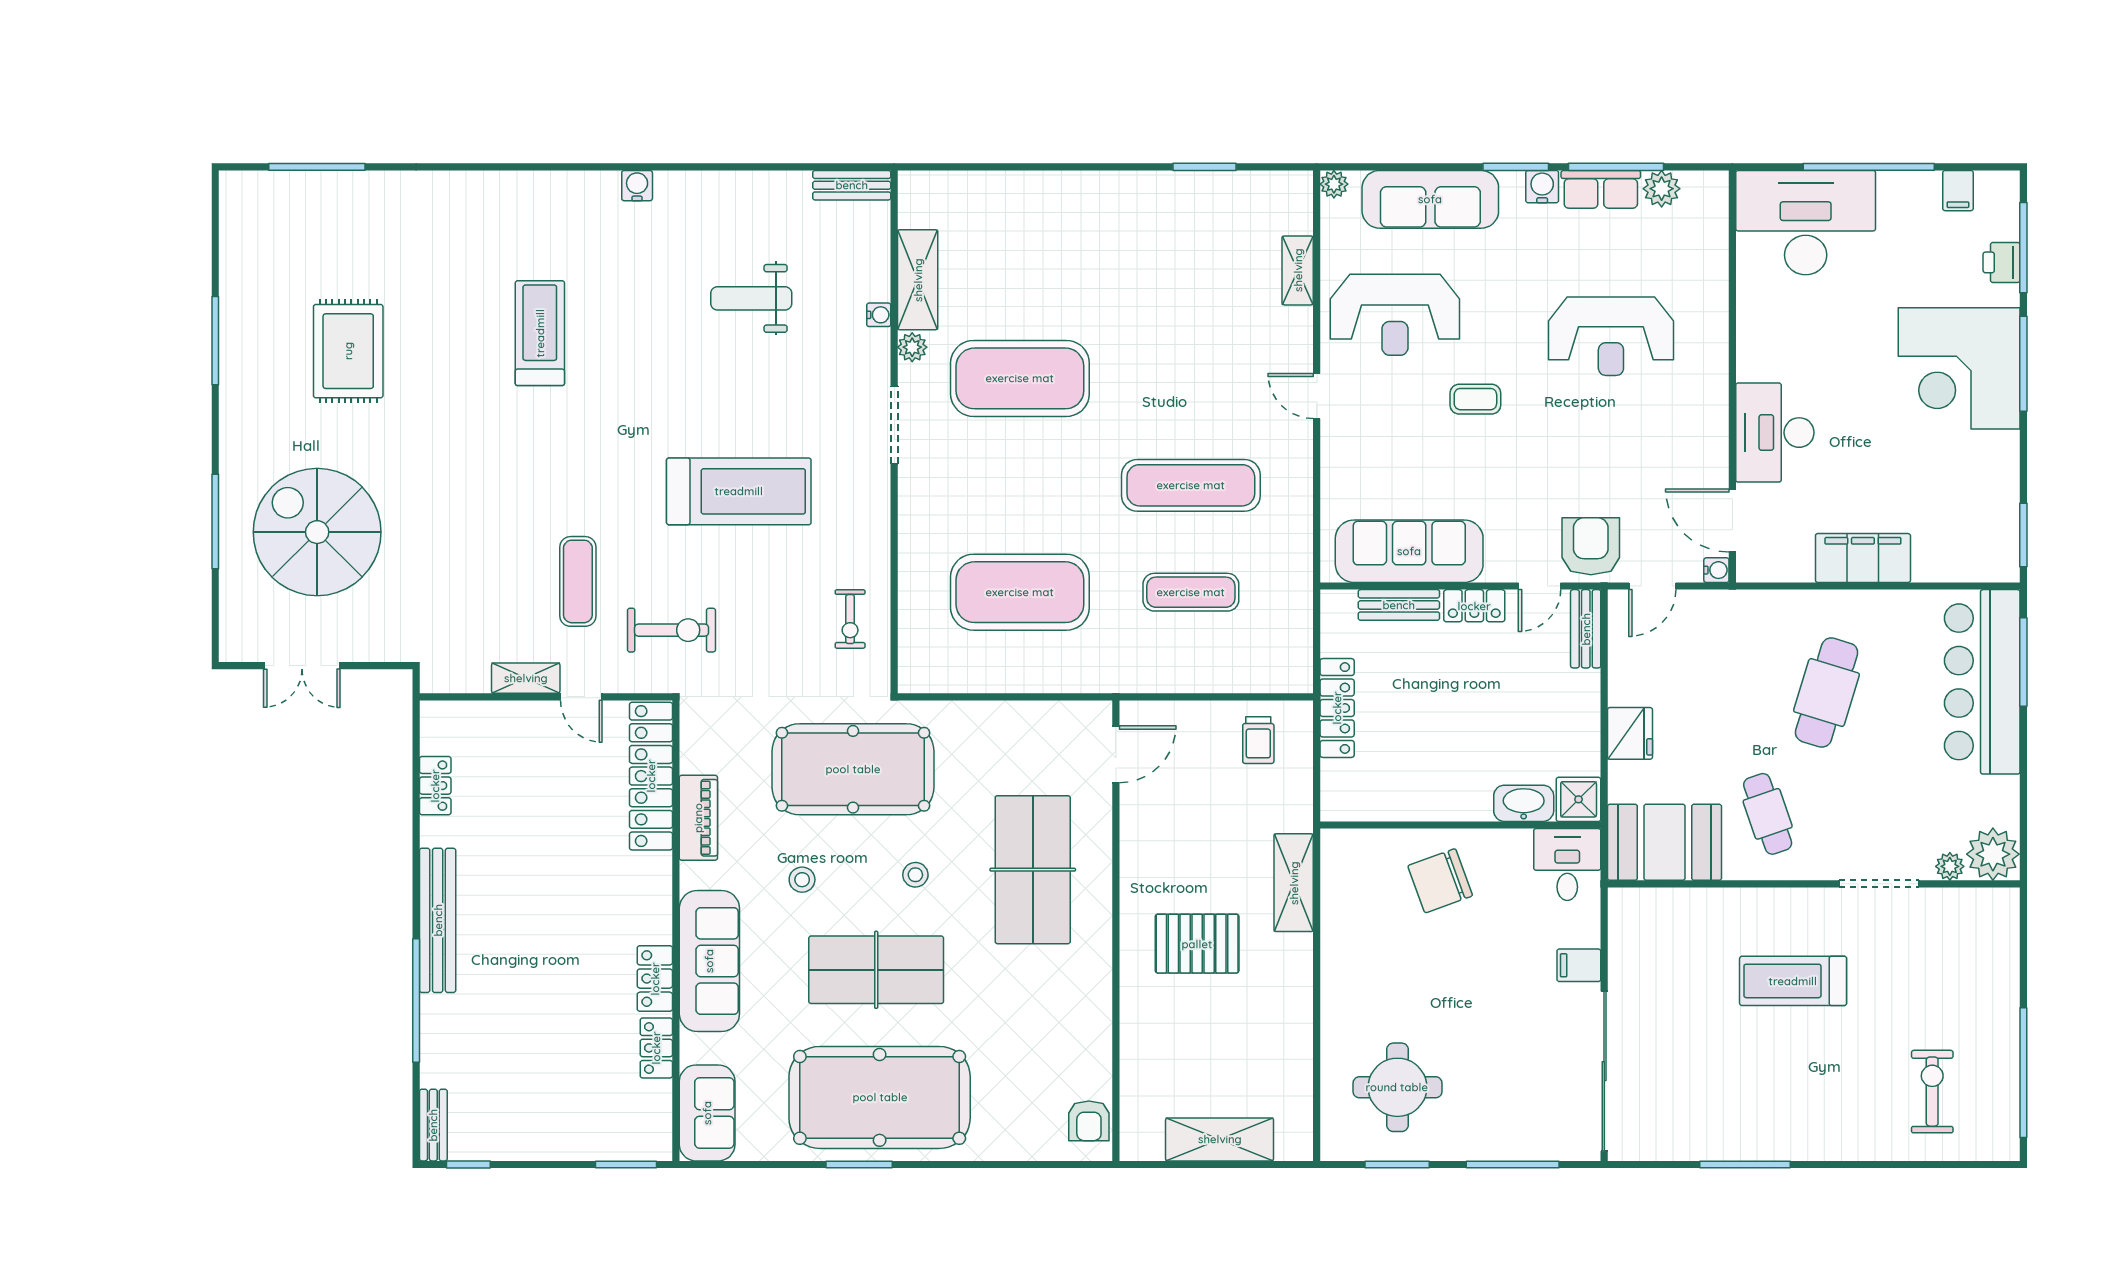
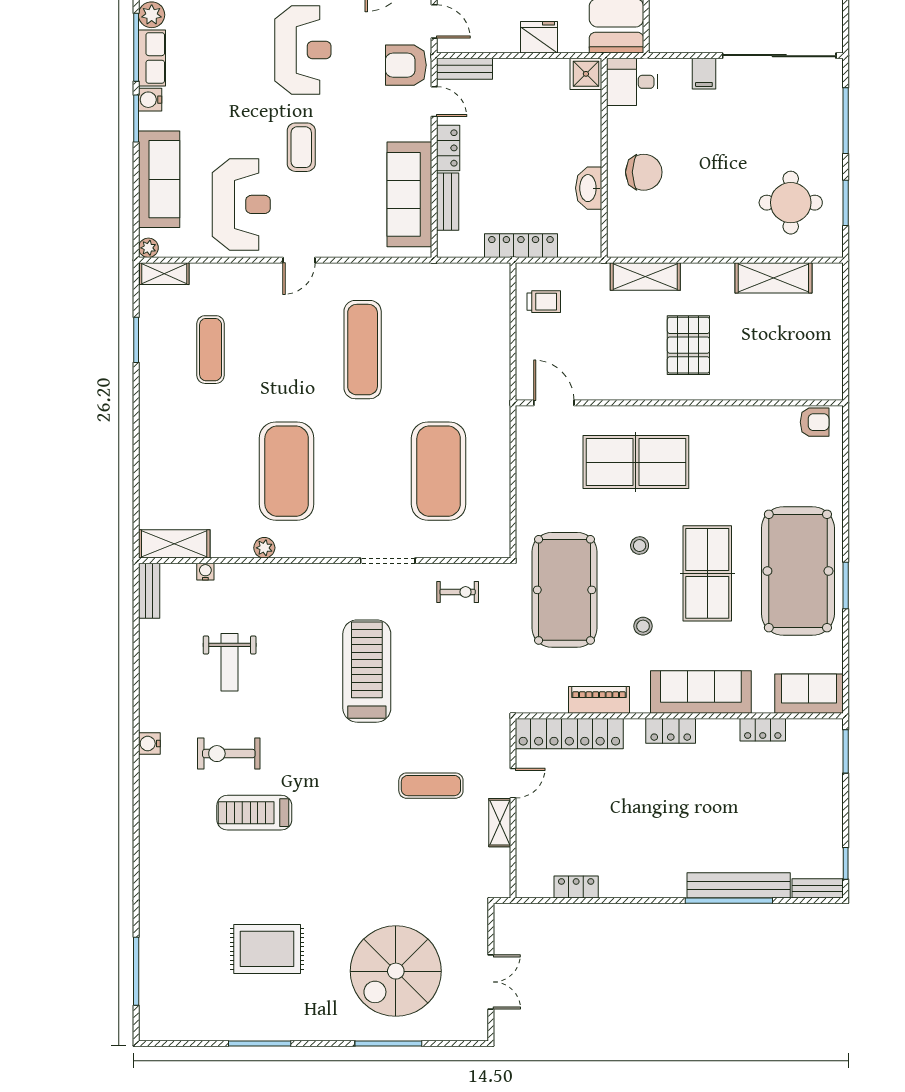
shelving: (1298, 270) -> (164, 274), moved
shelving: (918, 280) -> (174, 544), moved
water cooler: (879, 315) -> (205, 572), moved
reception desk: (1611, 336) -> (303, 50), moved
coffee table: (1475, 399) -> (301, 147), width x1.36, depth x1.30
doorway: (894, 425) -> (388, 561), moved
exercise mat: (1191, 592) -> (211, 350), moved
exercise bike: (672, 630) -> (229, 754), moved, turned -90
washbasin: (1524, 803) -> (589, 188), moved
chair: (1440, 881) -> (644, 172), turned -70
bench: (438, 920) -> (739, 885), moved
locker: (655, 979) -> (671, 731), moved
shelving: (1220, 1139) -> (773, 278), moved, turned 90

